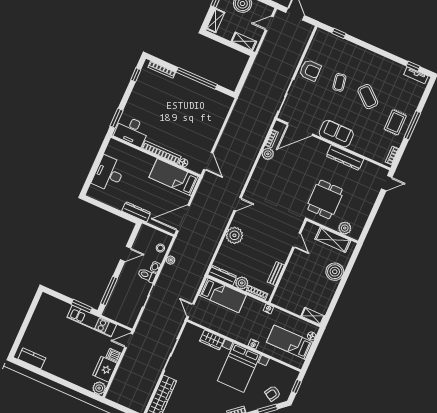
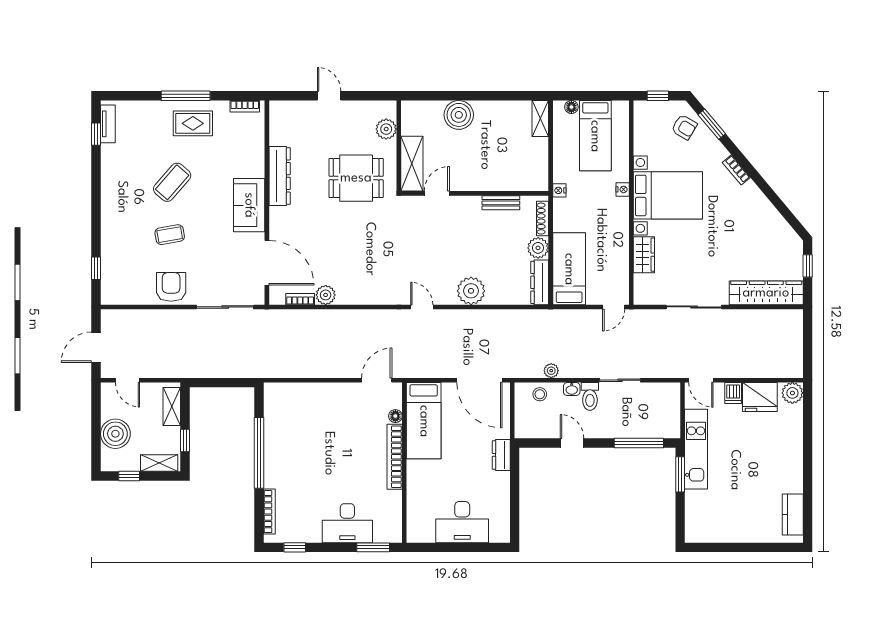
window: (222, 40) -> (185, 441), added
desk: (132, 131) -> (347, 523), moved, turned 90
door: (387, 183) -> (329, 96), moved
dresser: (136, 212) -> (501, 455), width x0.70
shelving: (333, 240) -> (412, 164), moved

